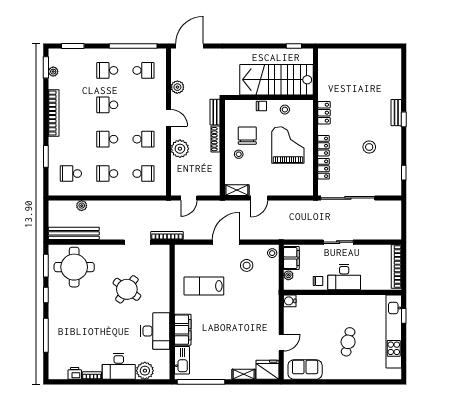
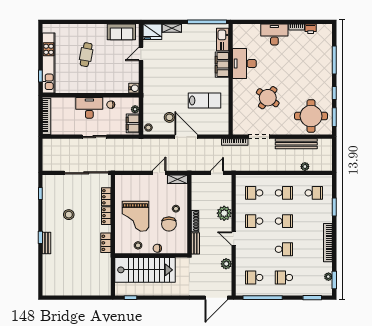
school desk: (107, 70) -> (284, 278), turned 180
bench: (74, 233) -> (296, 144), moved
door: (226, 242) -> (186, 137), swing flipped
plant: (145, 371) -> (253, 31), removed

